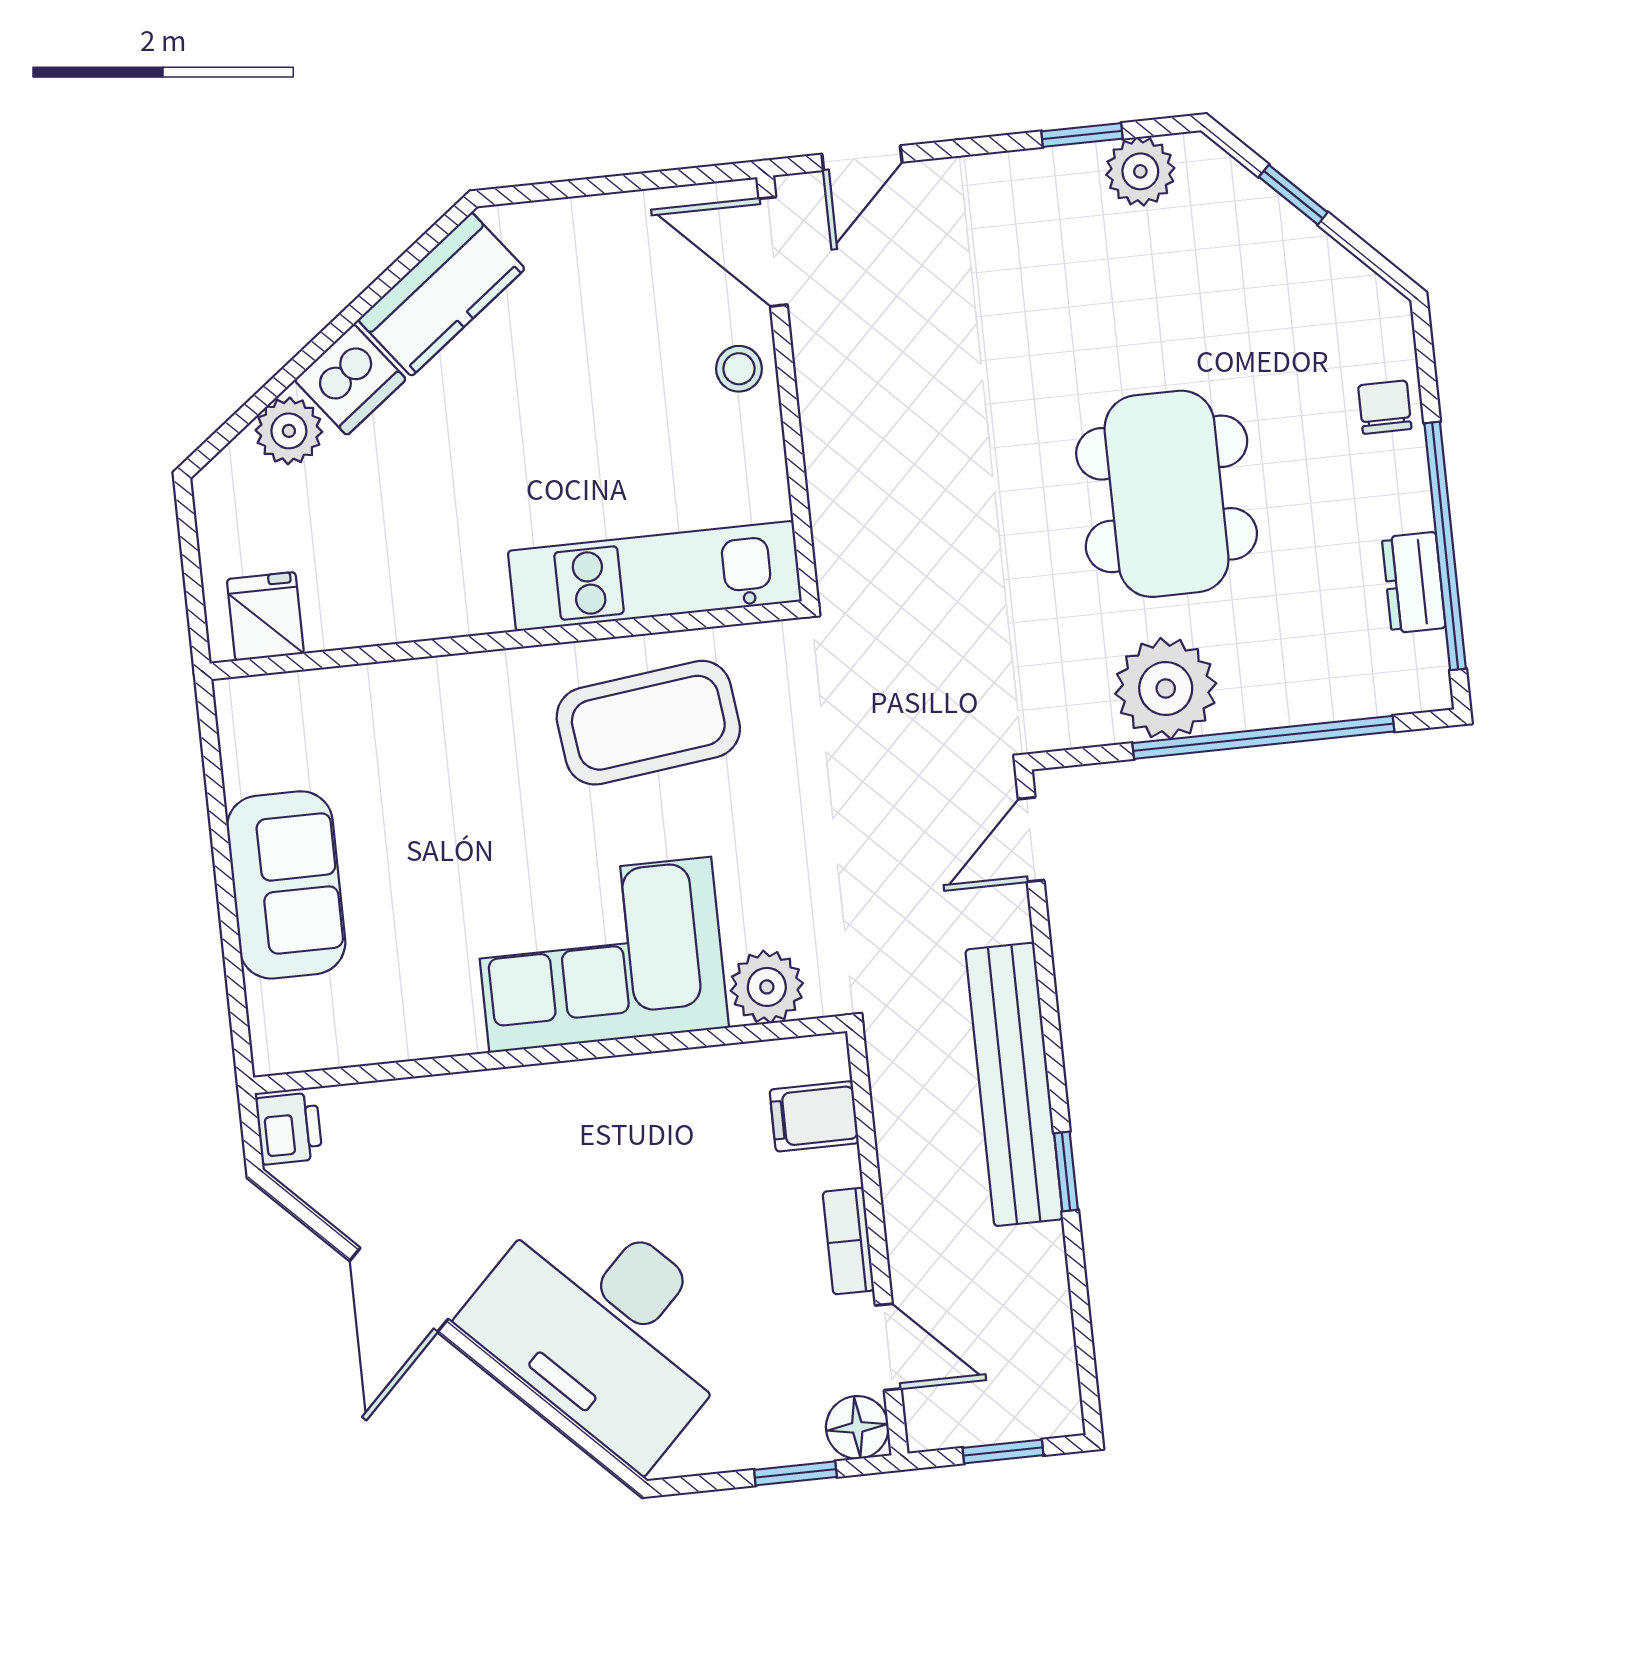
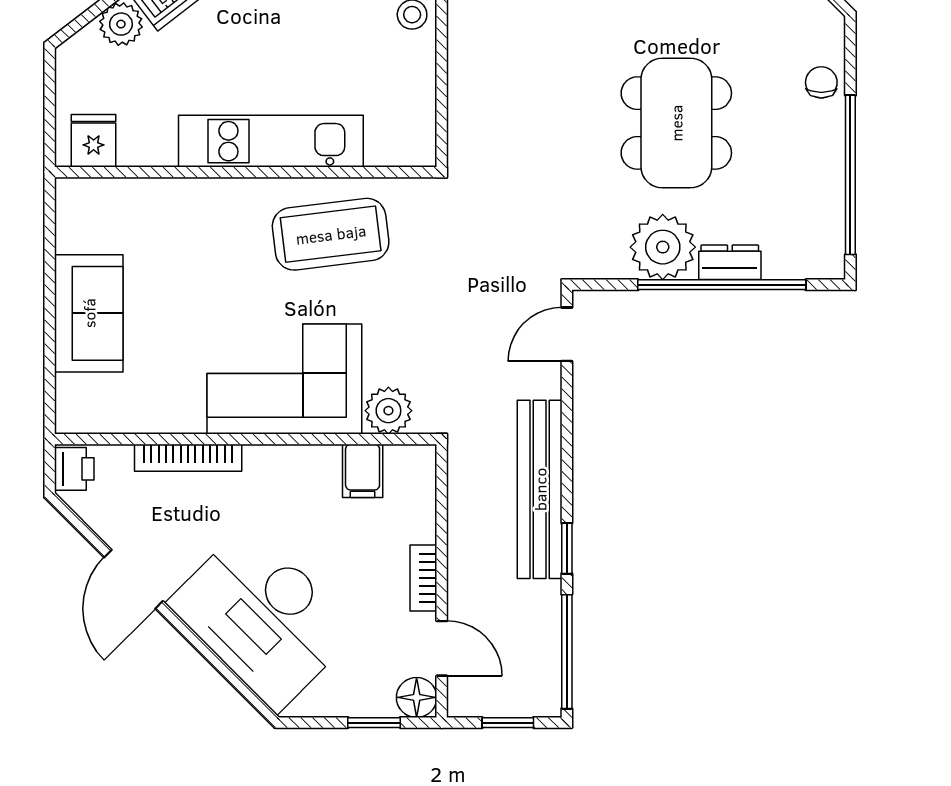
kitchen unit: (655, 576) -> (271, 141), moved
dresser: (1414, 583) -> (730, 262), moved, turned 90
bookcase: (464, 1093) -> (188, 458), added
filing cabinet: (814, 1116) -> (363, 471), moved, turned -90
window: (1083, 1332) -> (567, 652), added

